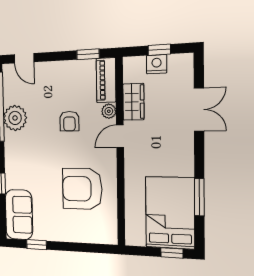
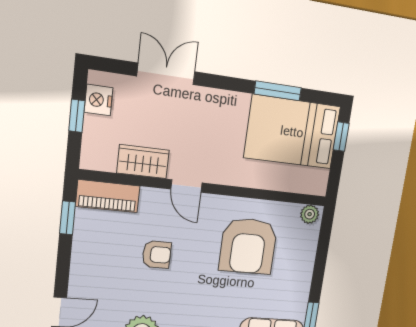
nightstand: (157, 64) -> (98, 100), moved
plant: (109, 111) -> (310, 214), moved

